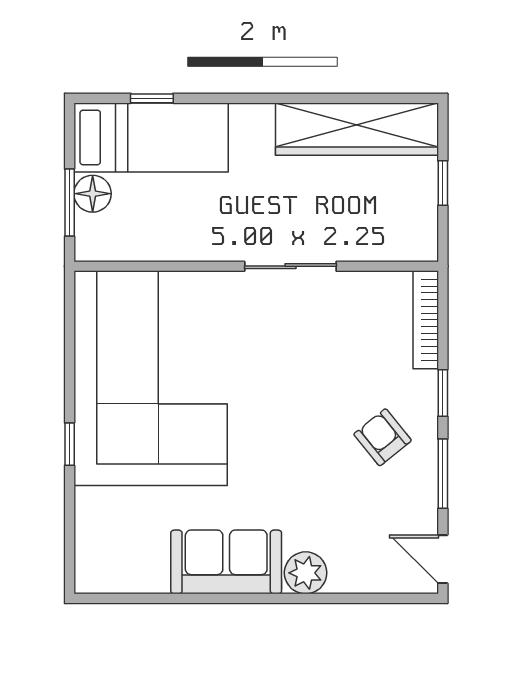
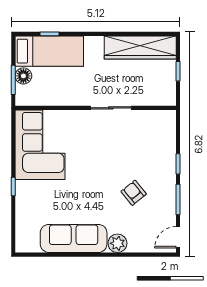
bookcase: (426, 320) -> (170, 132), removed
corner sofa: (151, 378) -> (40, 145), width x0.73, depth x0.74
armchair: (383, 437) -> (134, 193), moved
door: (443, 559) -> (178, 237), hinge flipped
sofa: (226, 562) -> (74, 238), width x1.36

